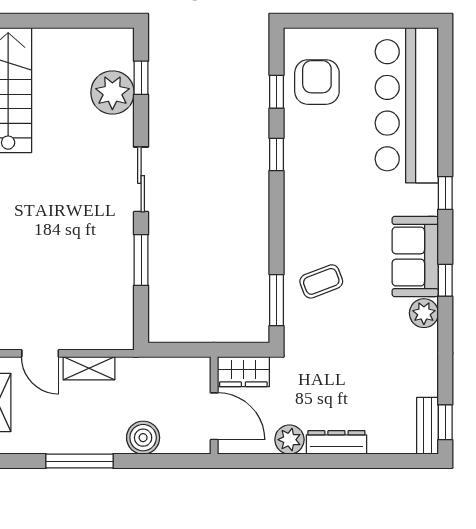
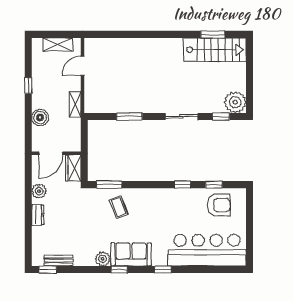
plant: (112, 93) -> (235, 102), moved
sliding door: (141, 179) -> (182, 117), moved
shelving: (89, 368) -> (75, 104), moved
bench: (428, 426) -> (58, 261), moved
dresser: (336, 442) -> (38, 215), width x0.70
window: (79, 461) -> (28, 86), width x0.46

